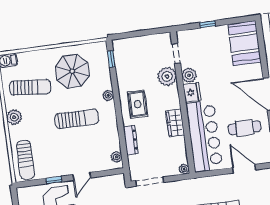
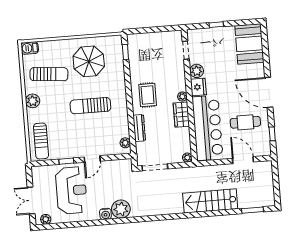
plant: (167, 76) -> (182, 97), moved, width x0.53, depth x0.53
plant: (108, 95) -> (121, 86), removed
sun lounger: (77, 119) -> (90, 106), turned 180

